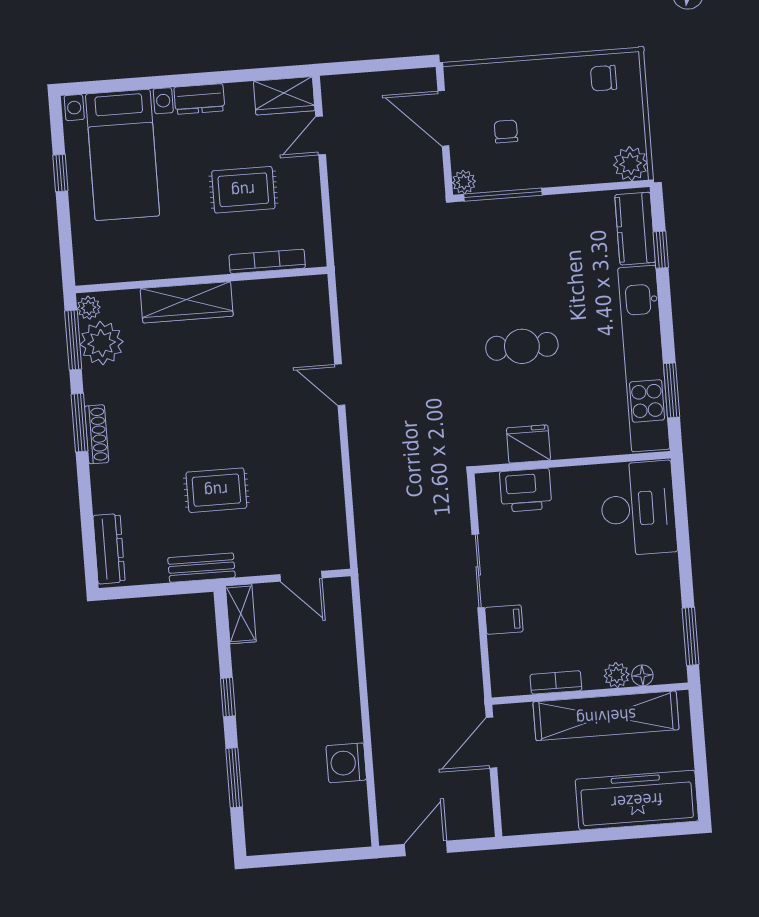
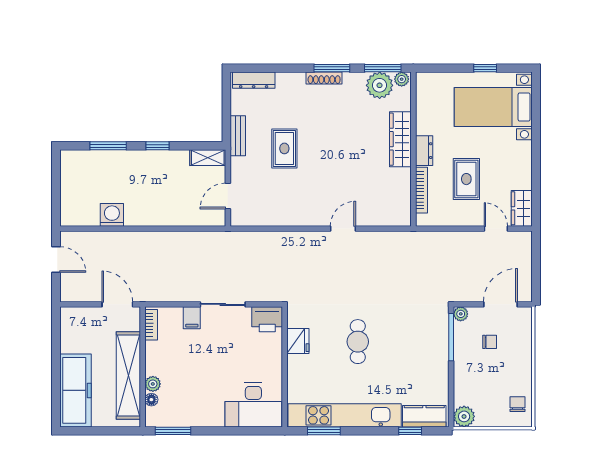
dresser: (199, 99) -> (424, 151), moved, turned 180
printer: (526, 490) -> (267, 319), moved, turned -90
bookcase: (556, 682) -> (151, 325), moved

